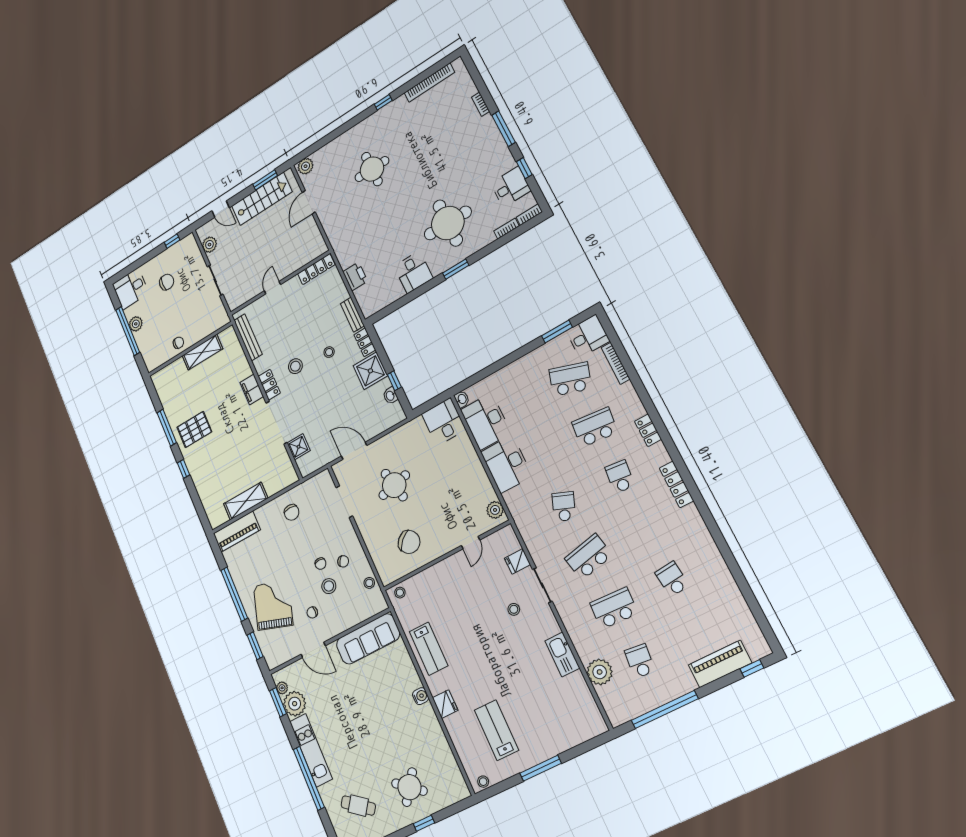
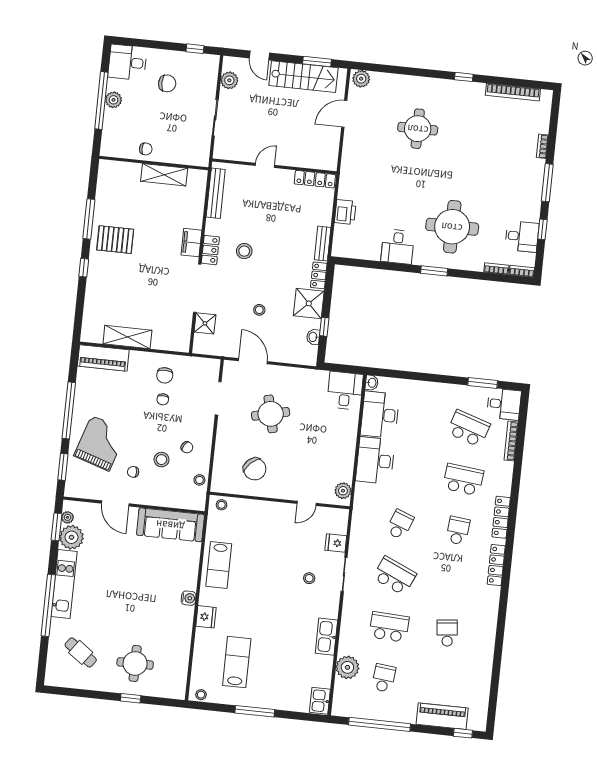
stool: (329, 352) -> (259, 310), moved
locker: (648, 430) -> (501, 517), width x1.53
school desk: (589, 557) -> (394, 576), turned 36
chair: (321, 564) -> (163, 399), moved
kitchen sink: (594, 721) -> (320, 701), added
round table: (409, 787) -> (135, 663), turned -37

